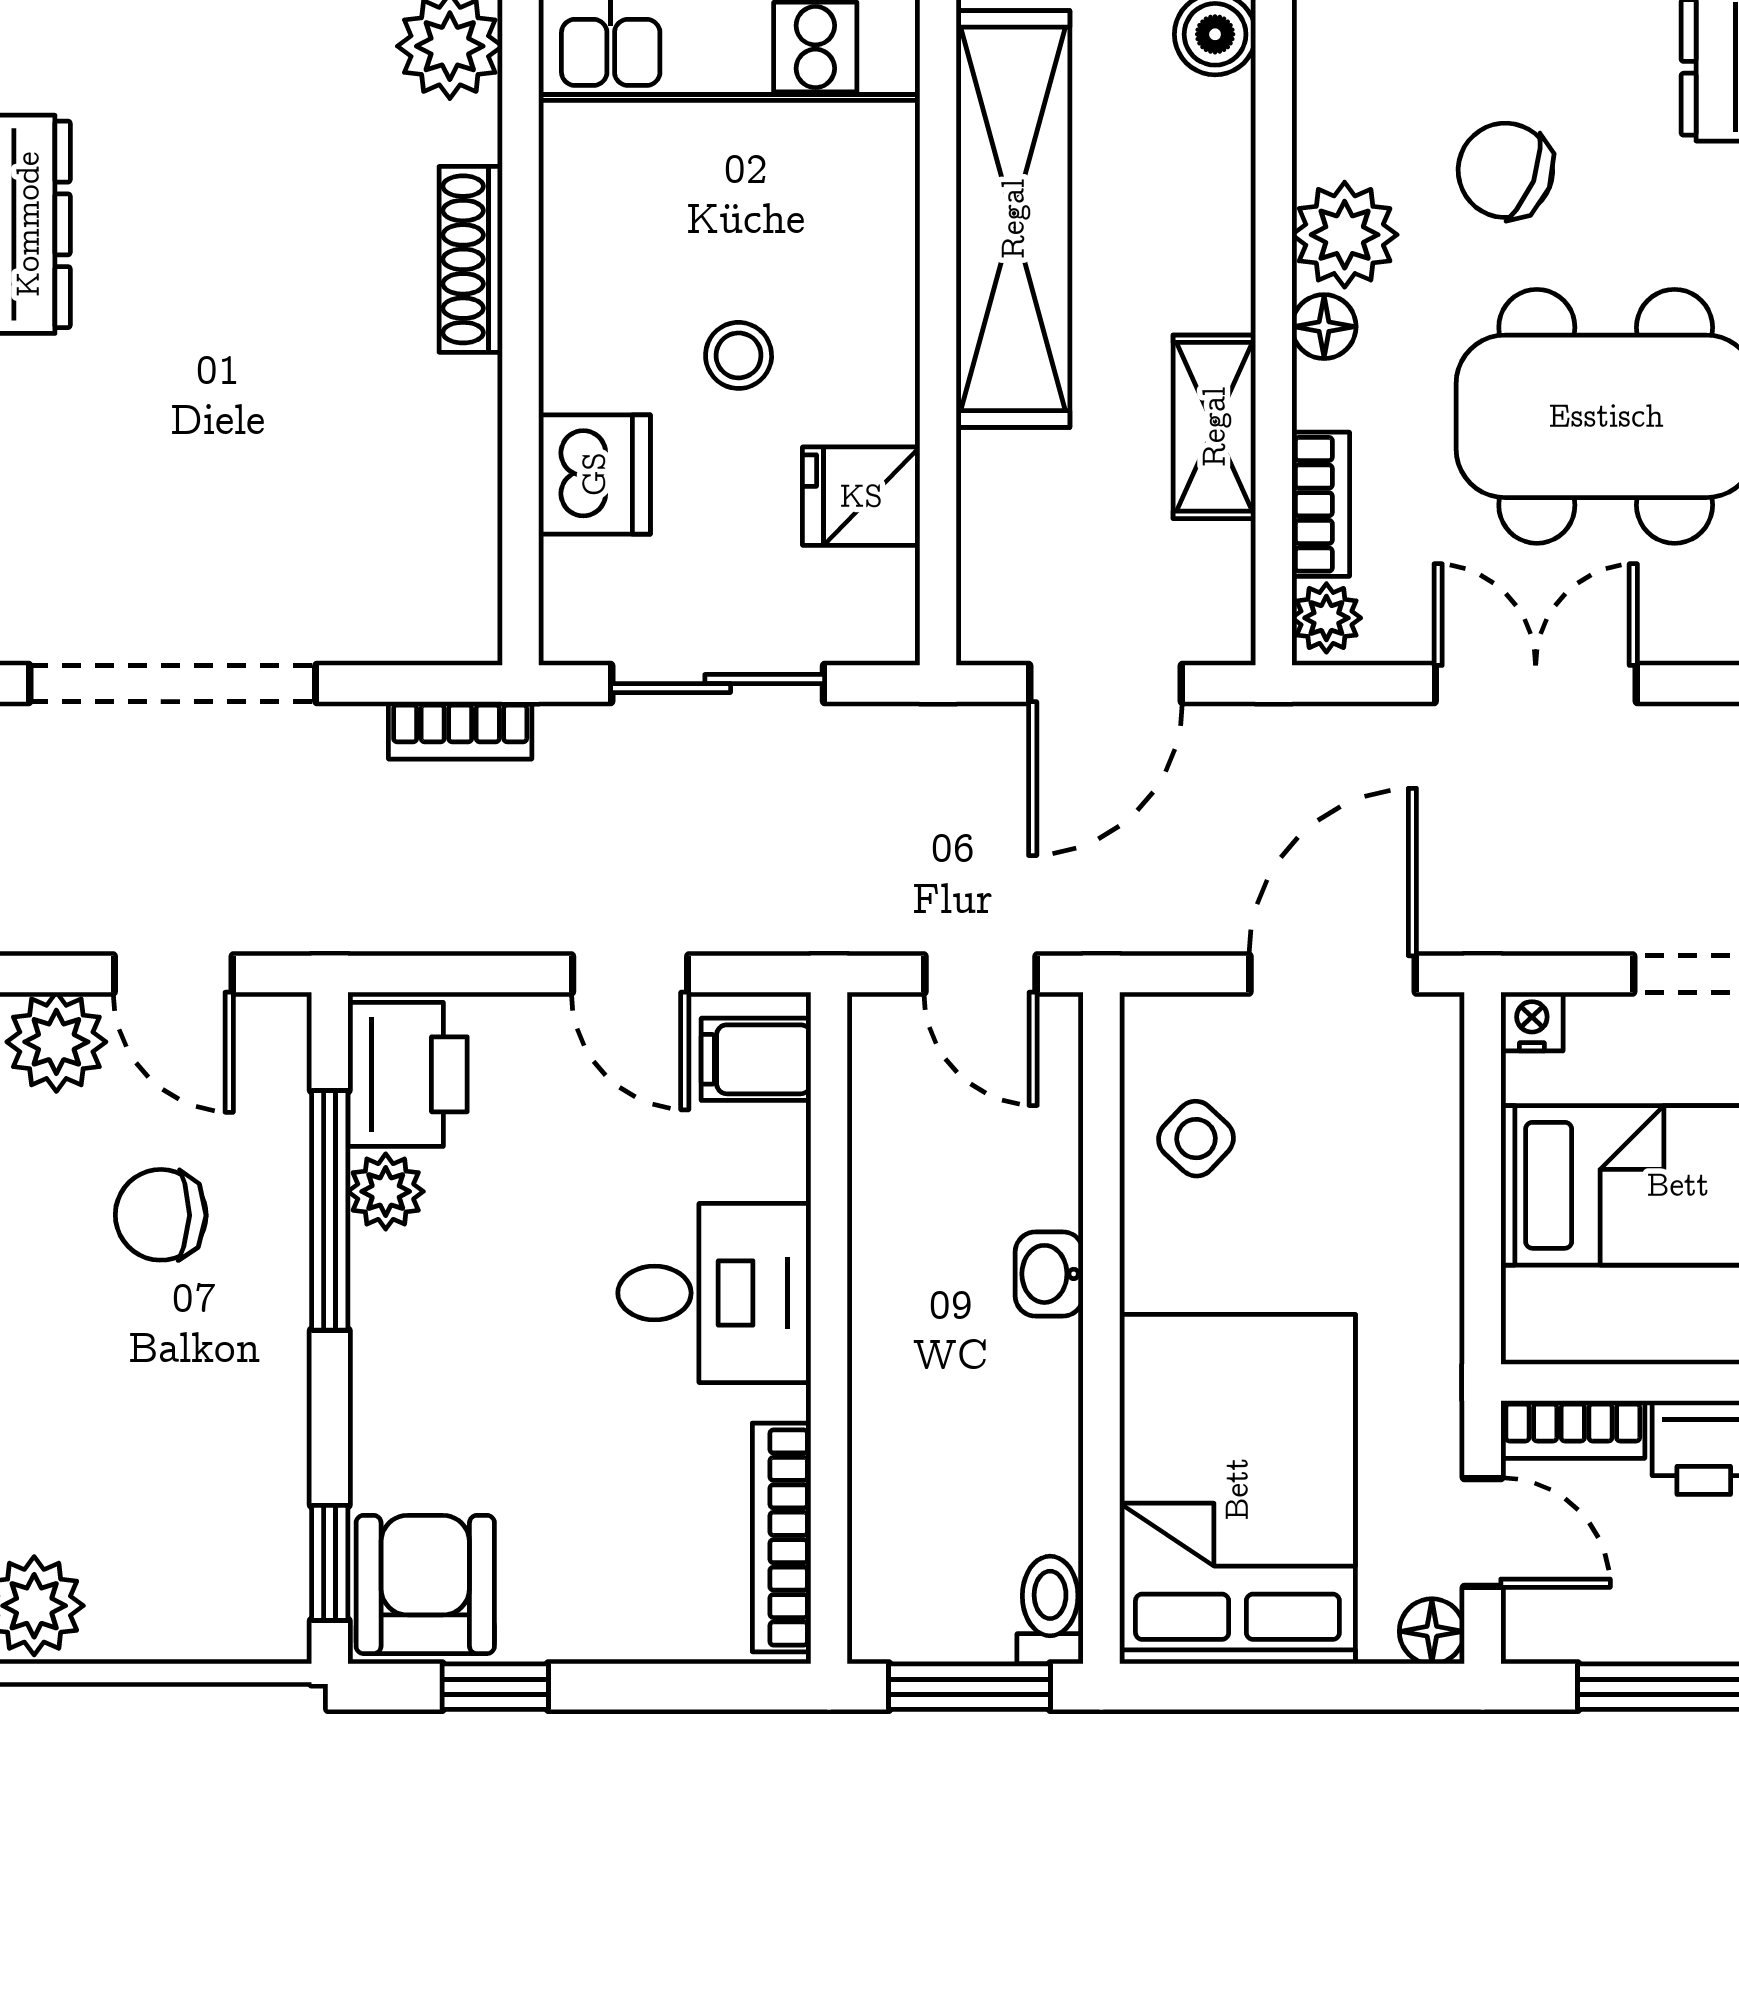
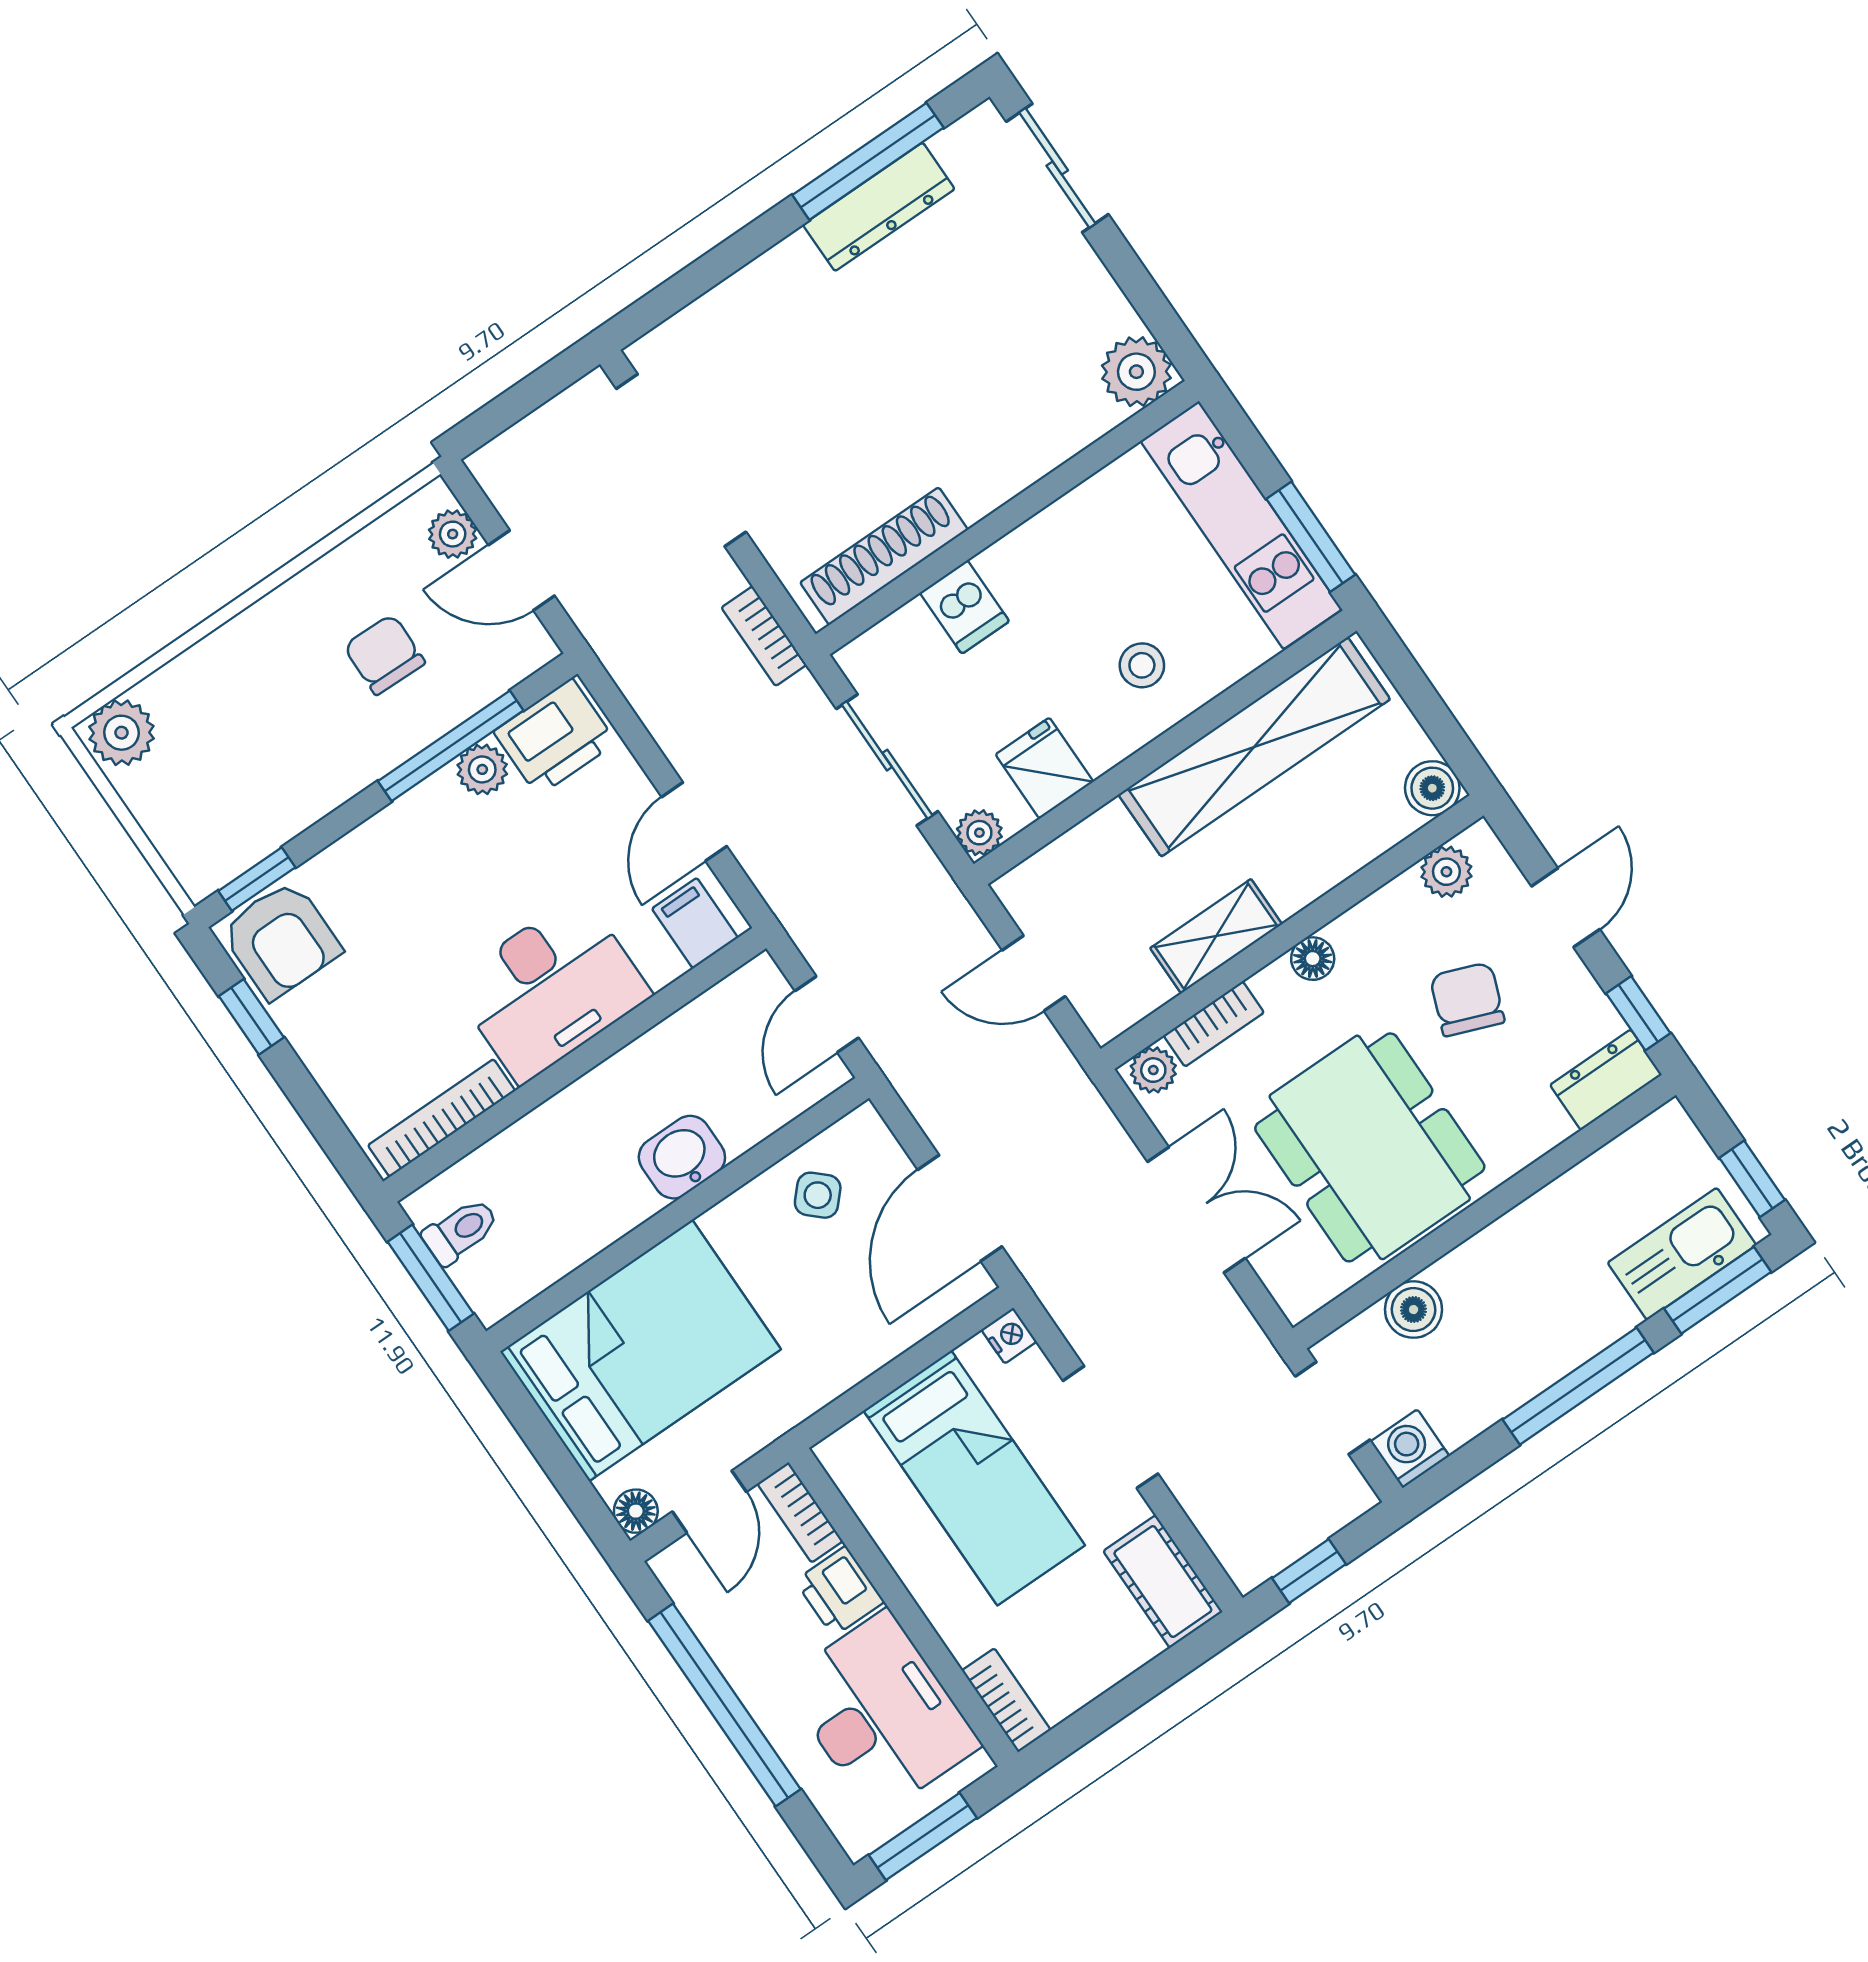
plant: (1345, 235) -> (1446, 872), moved, width x0.73, depth x0.73
shoe rack: (471, 259) -> (884, 556), moved, width x1.36, depth x1.24
stool: (739, 355) -> (1142, 665), moved
dishwasher: (594, 474) -> (965, 607), width x0.73
plant: (886, 631) -> (979, 833), added
door: (1106, 684) -> (1034, 973), width x0.73
door: (173, 974) -> (522, 570), hinge flipped
door: (1333, 974) -> (960, 1208), swing flipped
plant: (56, 1042) -> (453, 534), width x0.73, depth x0.73
washbasin: (1049, 1274) -> (682, 1157), width x1.38, depth x1.45
desk: (714, 1293) -> (551, 989), width x1.37
armchair: (425, 1584) -> (281, 940), turned 90
toilet: (1050, 1610) -> (461, 1231), moved

